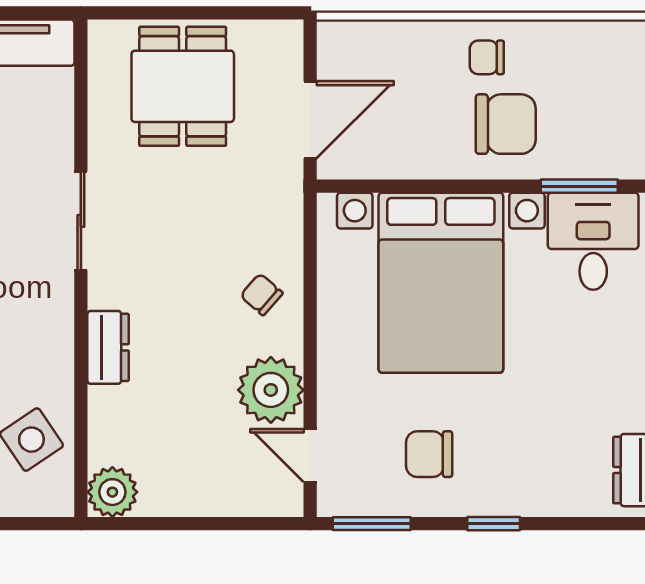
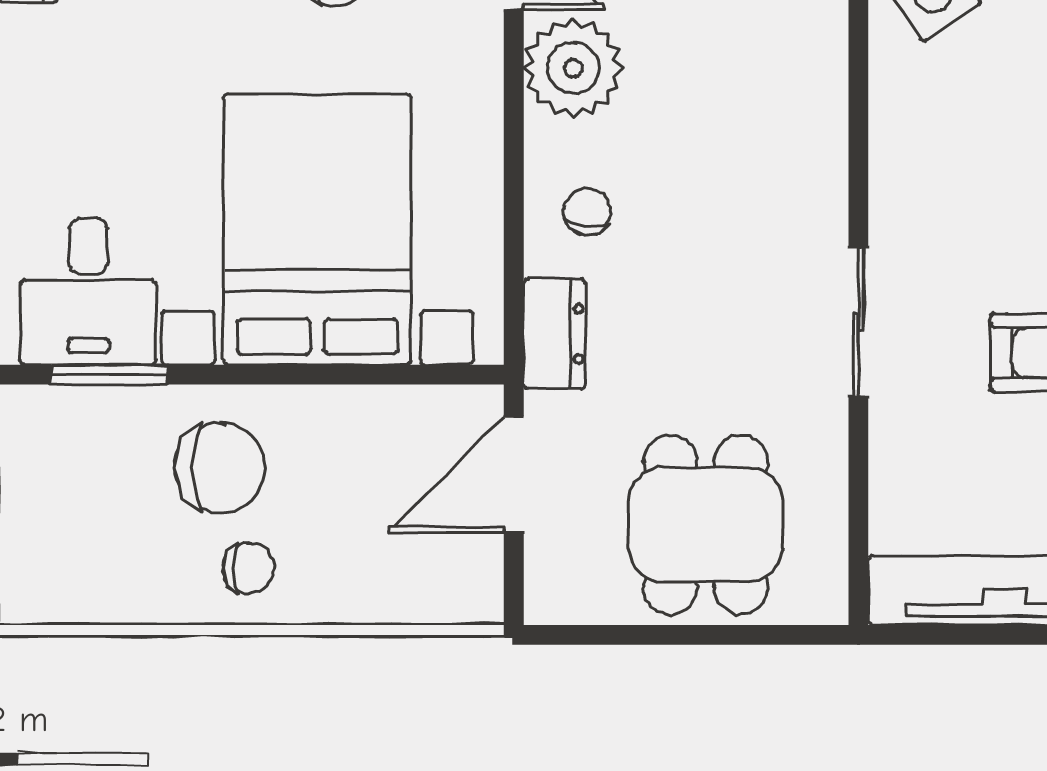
chair: (506, 124) -> (220, 468), turned 180
chair: (261, 294) -> (587, 212), turned -125
dresser: (108, 347) -> (554, 334), moved, turned 180

